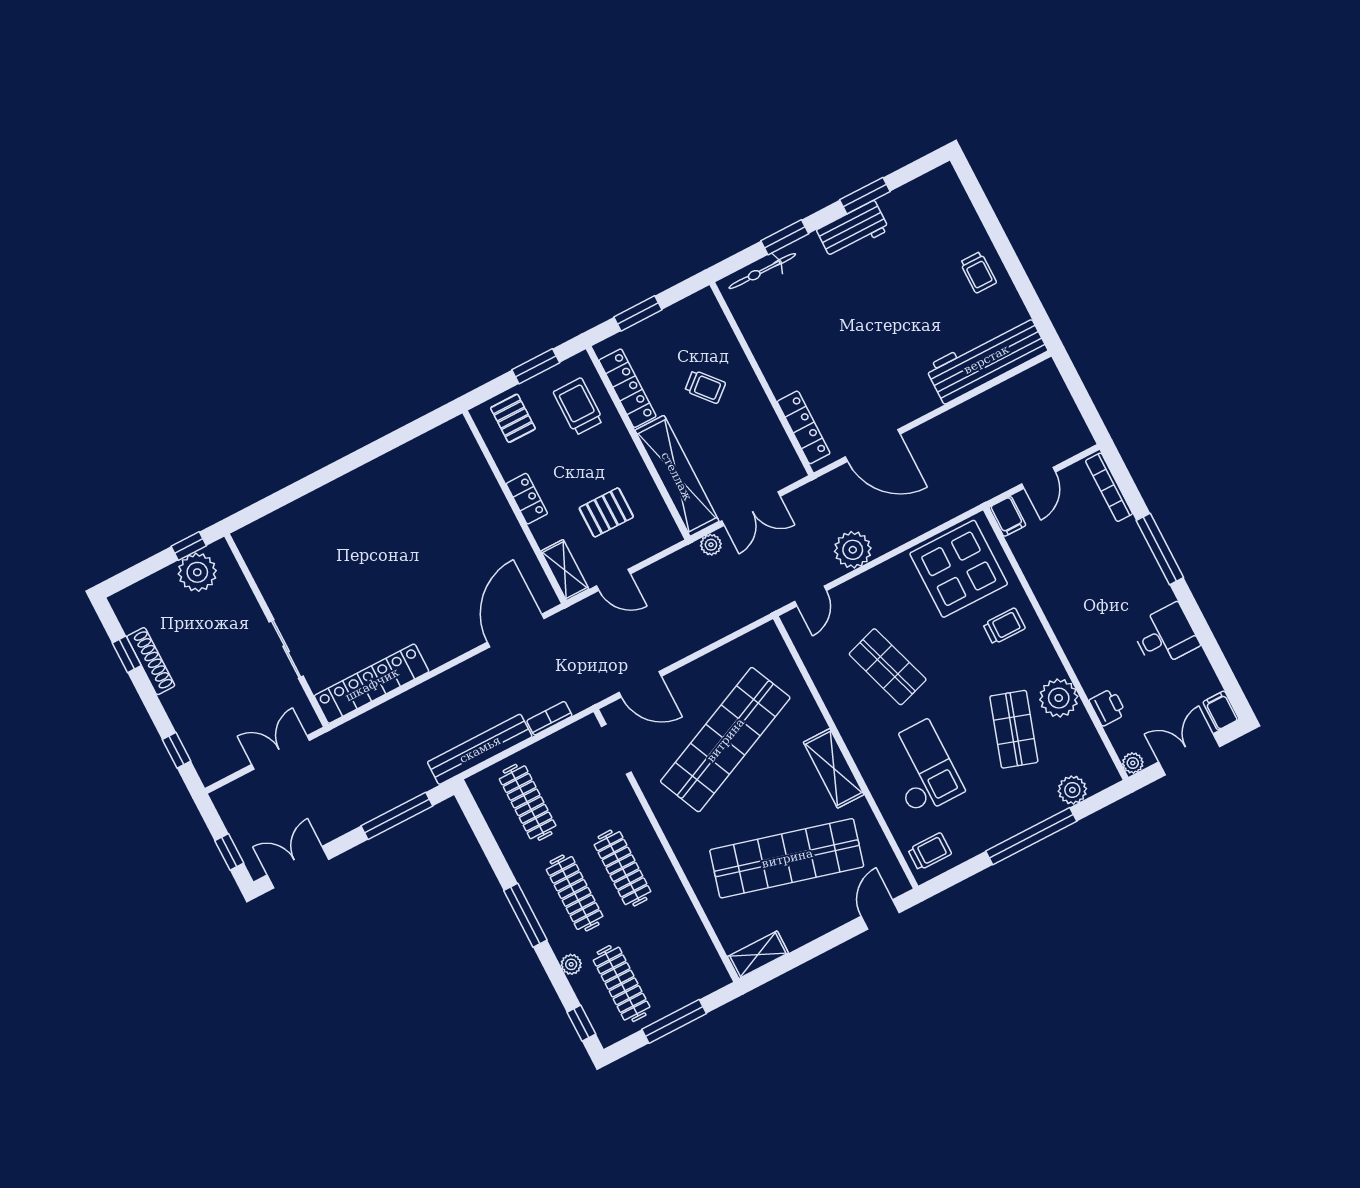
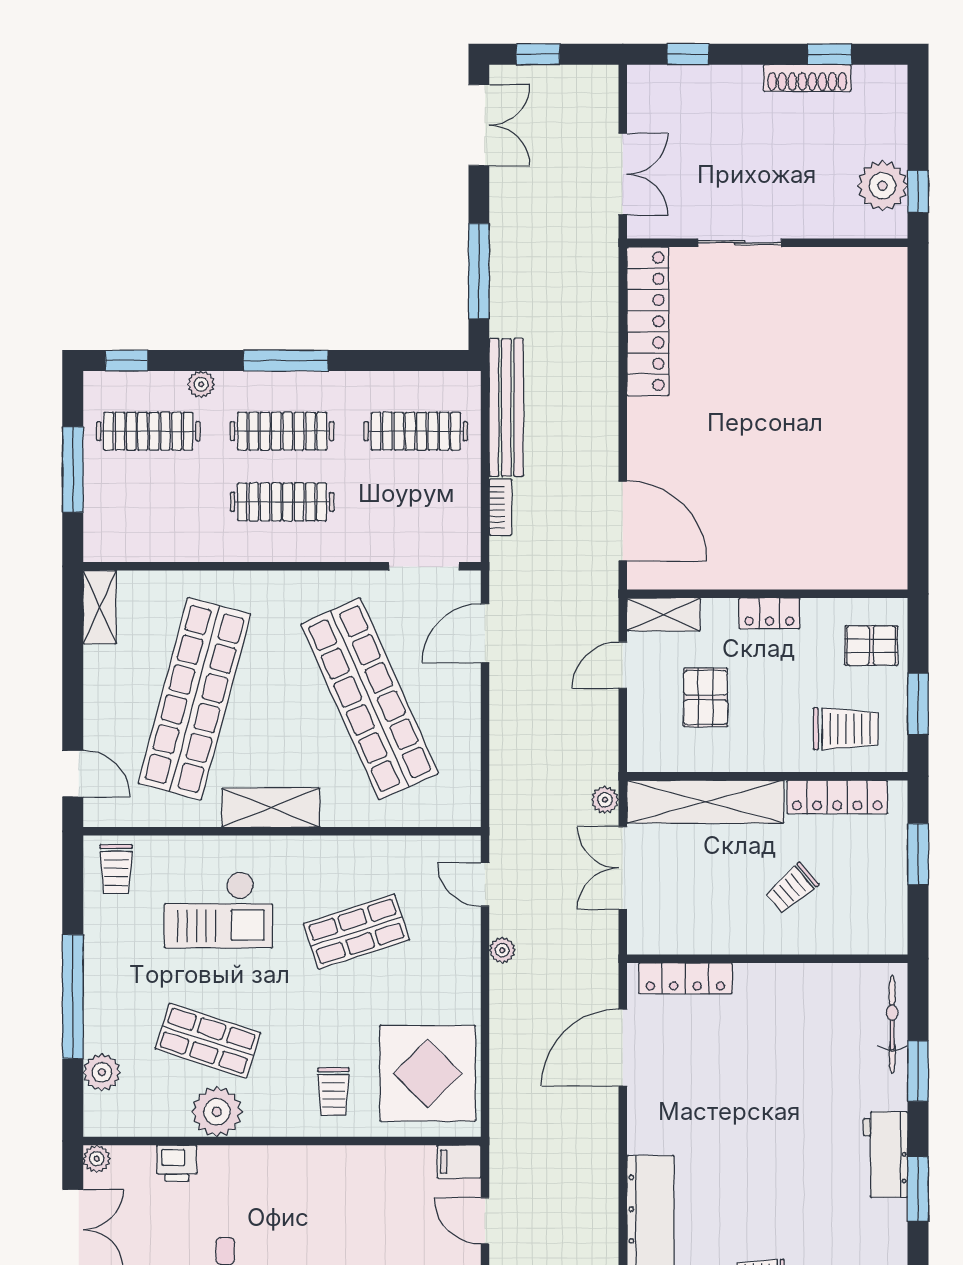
plant: (853, 550) -> (502, 950), width x0.53, depth x0.53

